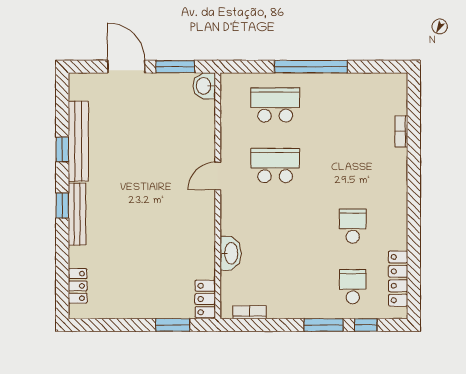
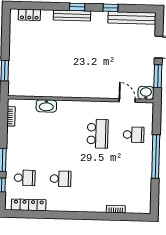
school desk: (275, 105) -> (134, 135), width x0.54
bench: (78, 141) -> (132, 18), moved
door: (218, 176) -> (127, 100), moved
locker: (205, 299) -> (20, 90), removed

